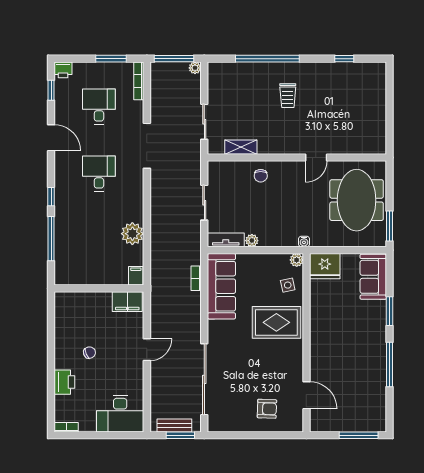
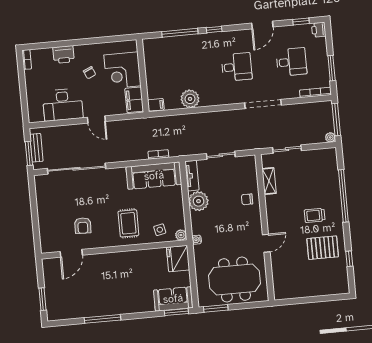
pallet: (328, 90) -> (323, 248), added
door: (316, 158) -> (266, 243), swing flipped
plant: (252, 241) -> (199, 201), width x1.87, depth x1.87
window: (389, 311) -> (176, 312), moved
corner desk: (90, 312) -> (122, 70), added
rug: (276, 322) -> (128, 223), width x0.73, depth x0.70
armchair: (267, 409) -> (83, 226), moved
desk: (120, 414) -> (63, 105), moved, turned -90
window: (359, 435) -> (42, 299), width x0.69

